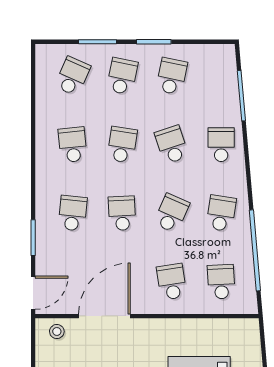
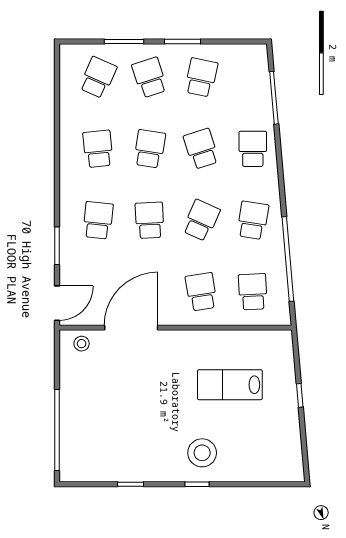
school desk: (122, 76) -> (150, 77), turned -30

